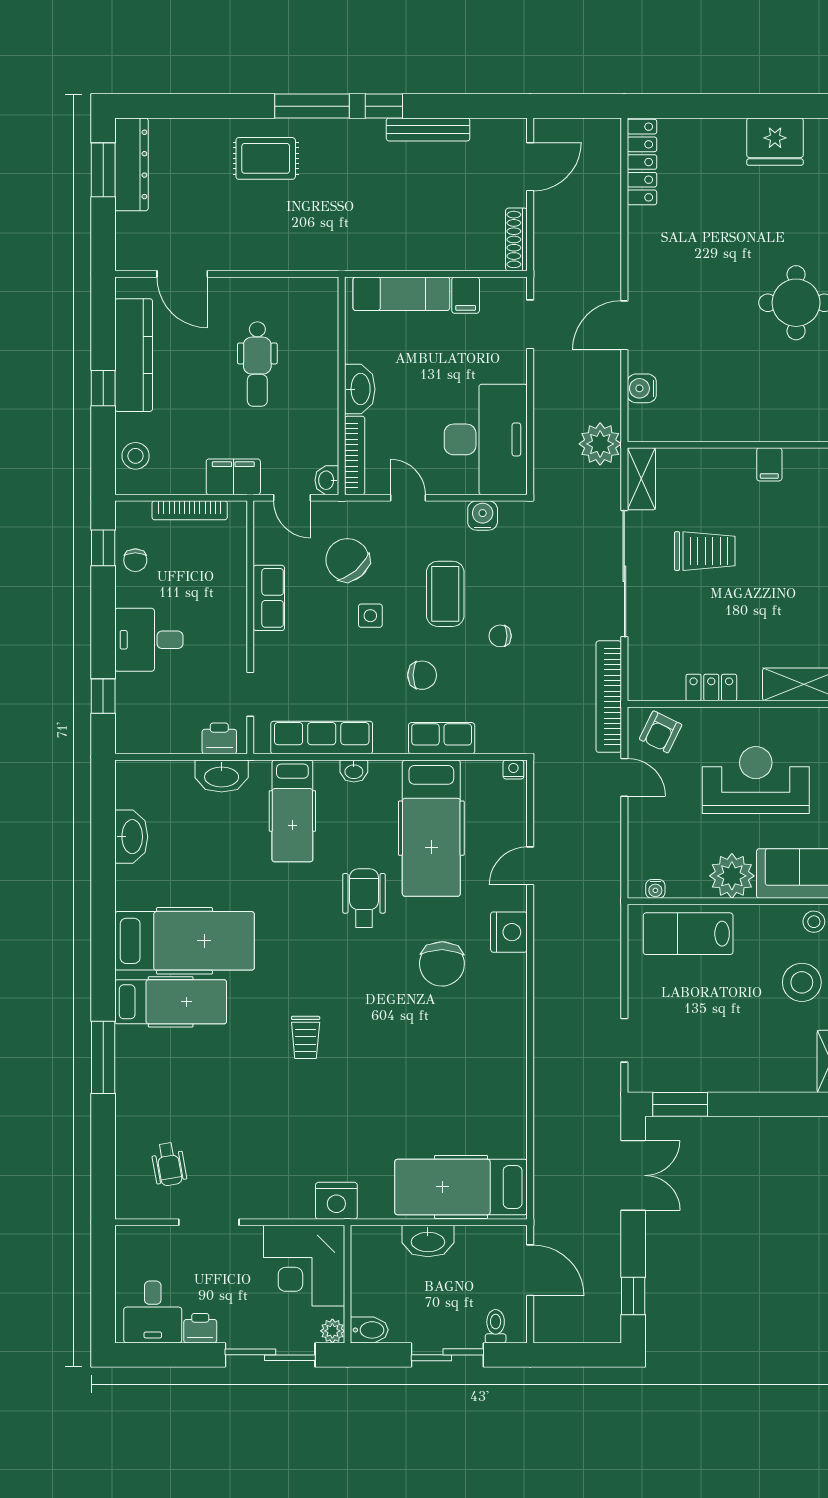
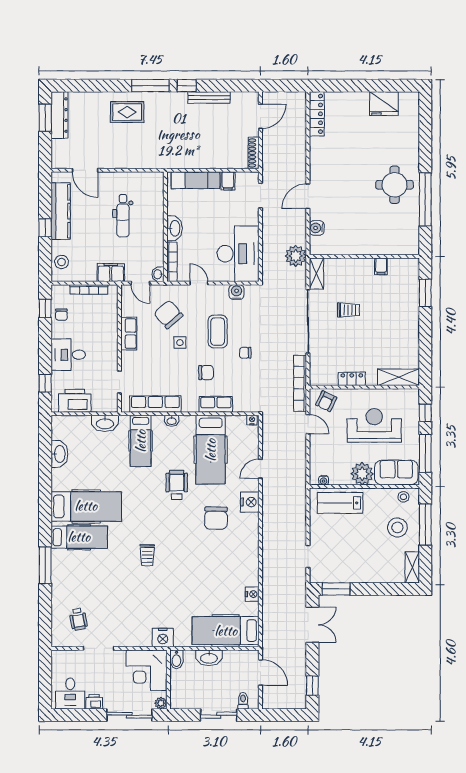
trolley: (705, 551) -> (348, 310), width x0.73, depth x0.72
printer: (219, 738) -> (75, 401), moved, width x1.87, depth x1.48
nightstand: (514, 1115) -> (252, 594), added
bidet: (369, 1330) -> (176, 659), moved, turned 90

